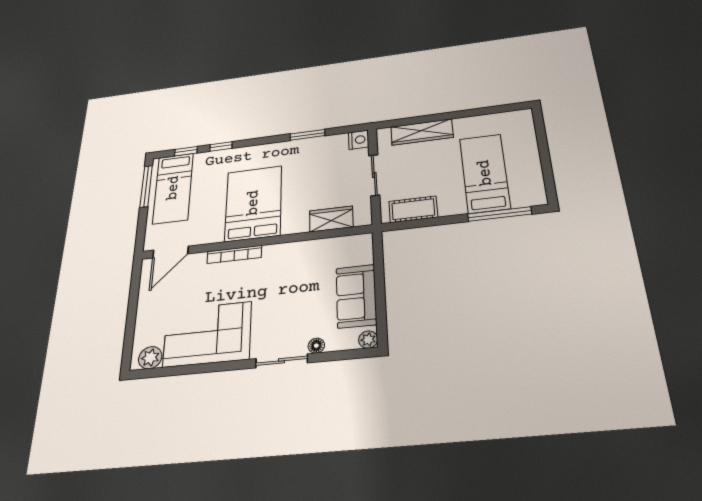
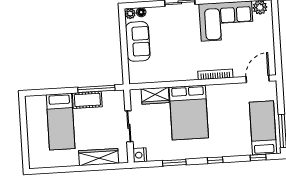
window: (221, 146) -> (215, 160), moved
bed: (253, 203) -> (189, 112), moved
cot: (413, 209) -> (87, 100), moved
window: (500, 214) -> (96, 89), moved
floor lamp: (316, 346) -> (141, 12), moved

